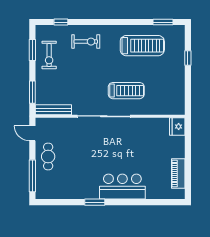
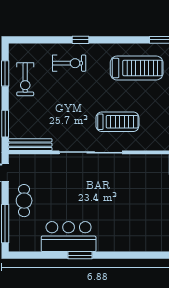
window: (61, 22) -> (80, 40), moved
bar counter: (122, 187) -> (69, 237), moved

